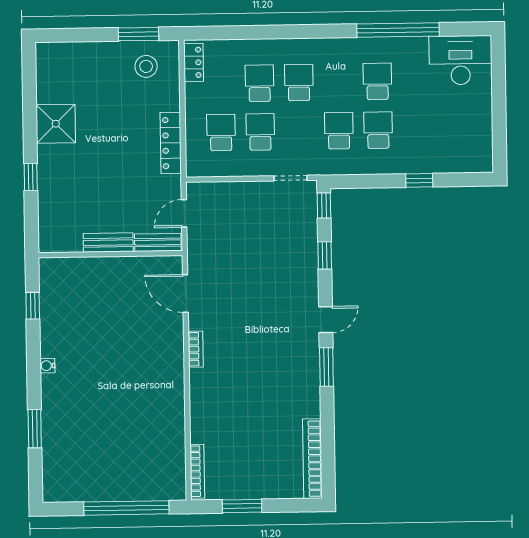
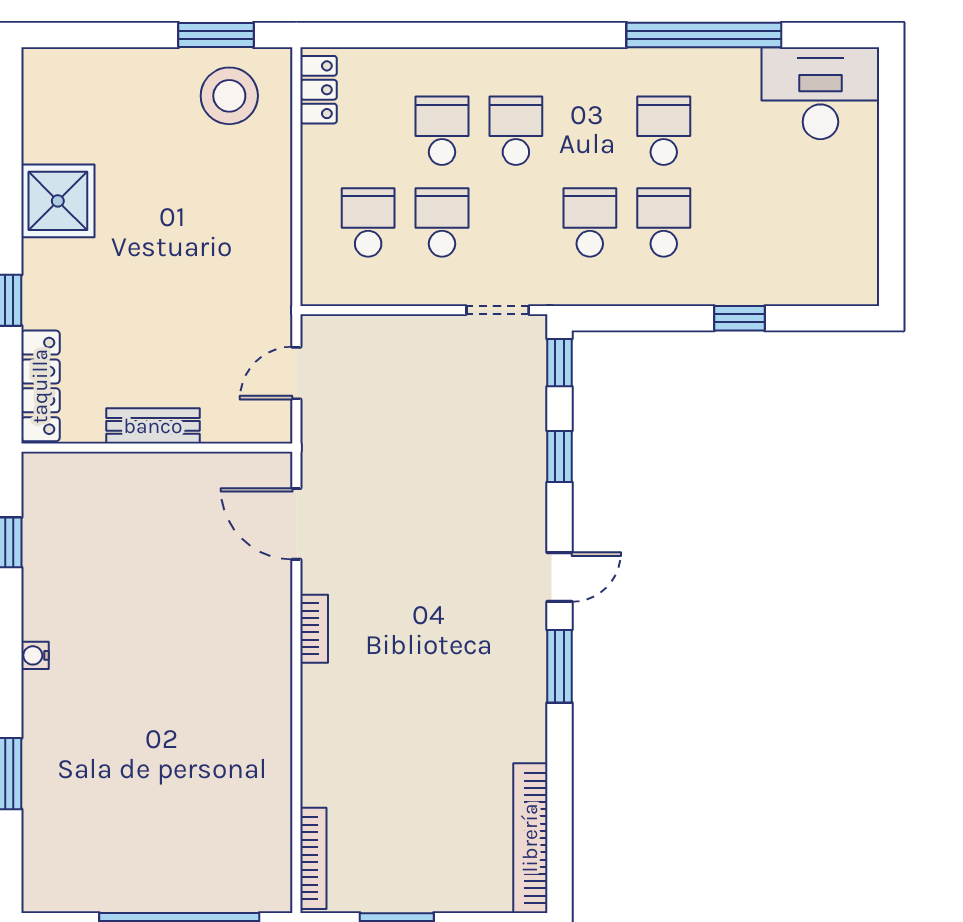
stool: (146, 66) -> (229, 96), width x1.38, depth x1.38
locker: (171, 143) -> (40, 386), moved, turned 180
bench: (158, 242) -> (246, 427), removed

